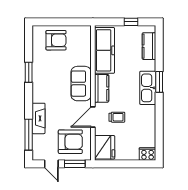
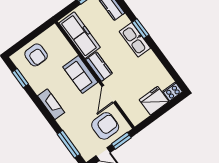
armchair: (56, 40) -> (36, 55), turned 90
window: (29, 72) -> (20, 78), moved
trolley: (117, 117) -> (128, 80), removed
fireplace: (38, 118) -> (51, 104), moved
fridge: (105, 147) -> (154, 101), moved, turned -90

